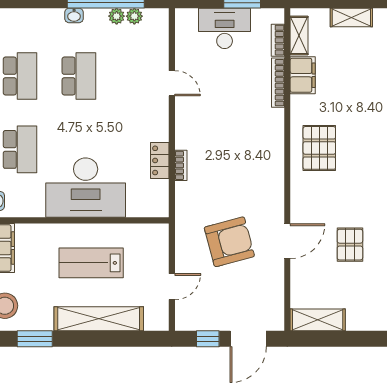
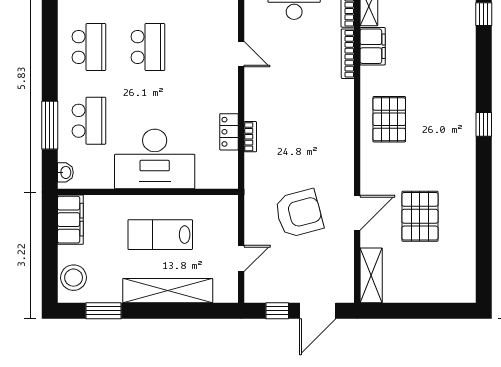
pallet: (350, 245) -> (420, 216), width x1.50, depth x1.42
shelving: (318, 320) -> (371, 275), moved, turned 90

